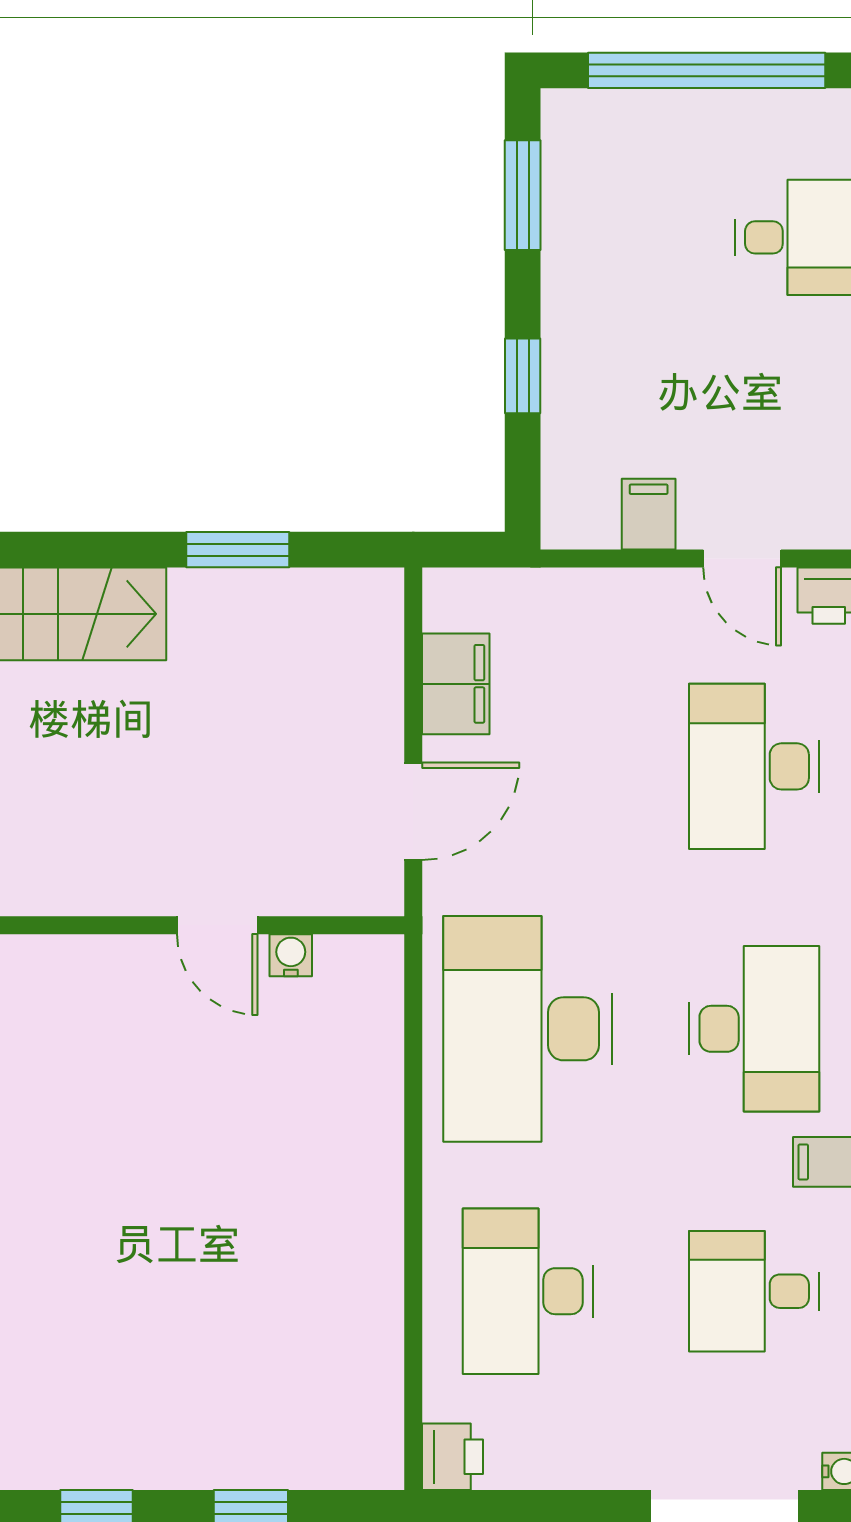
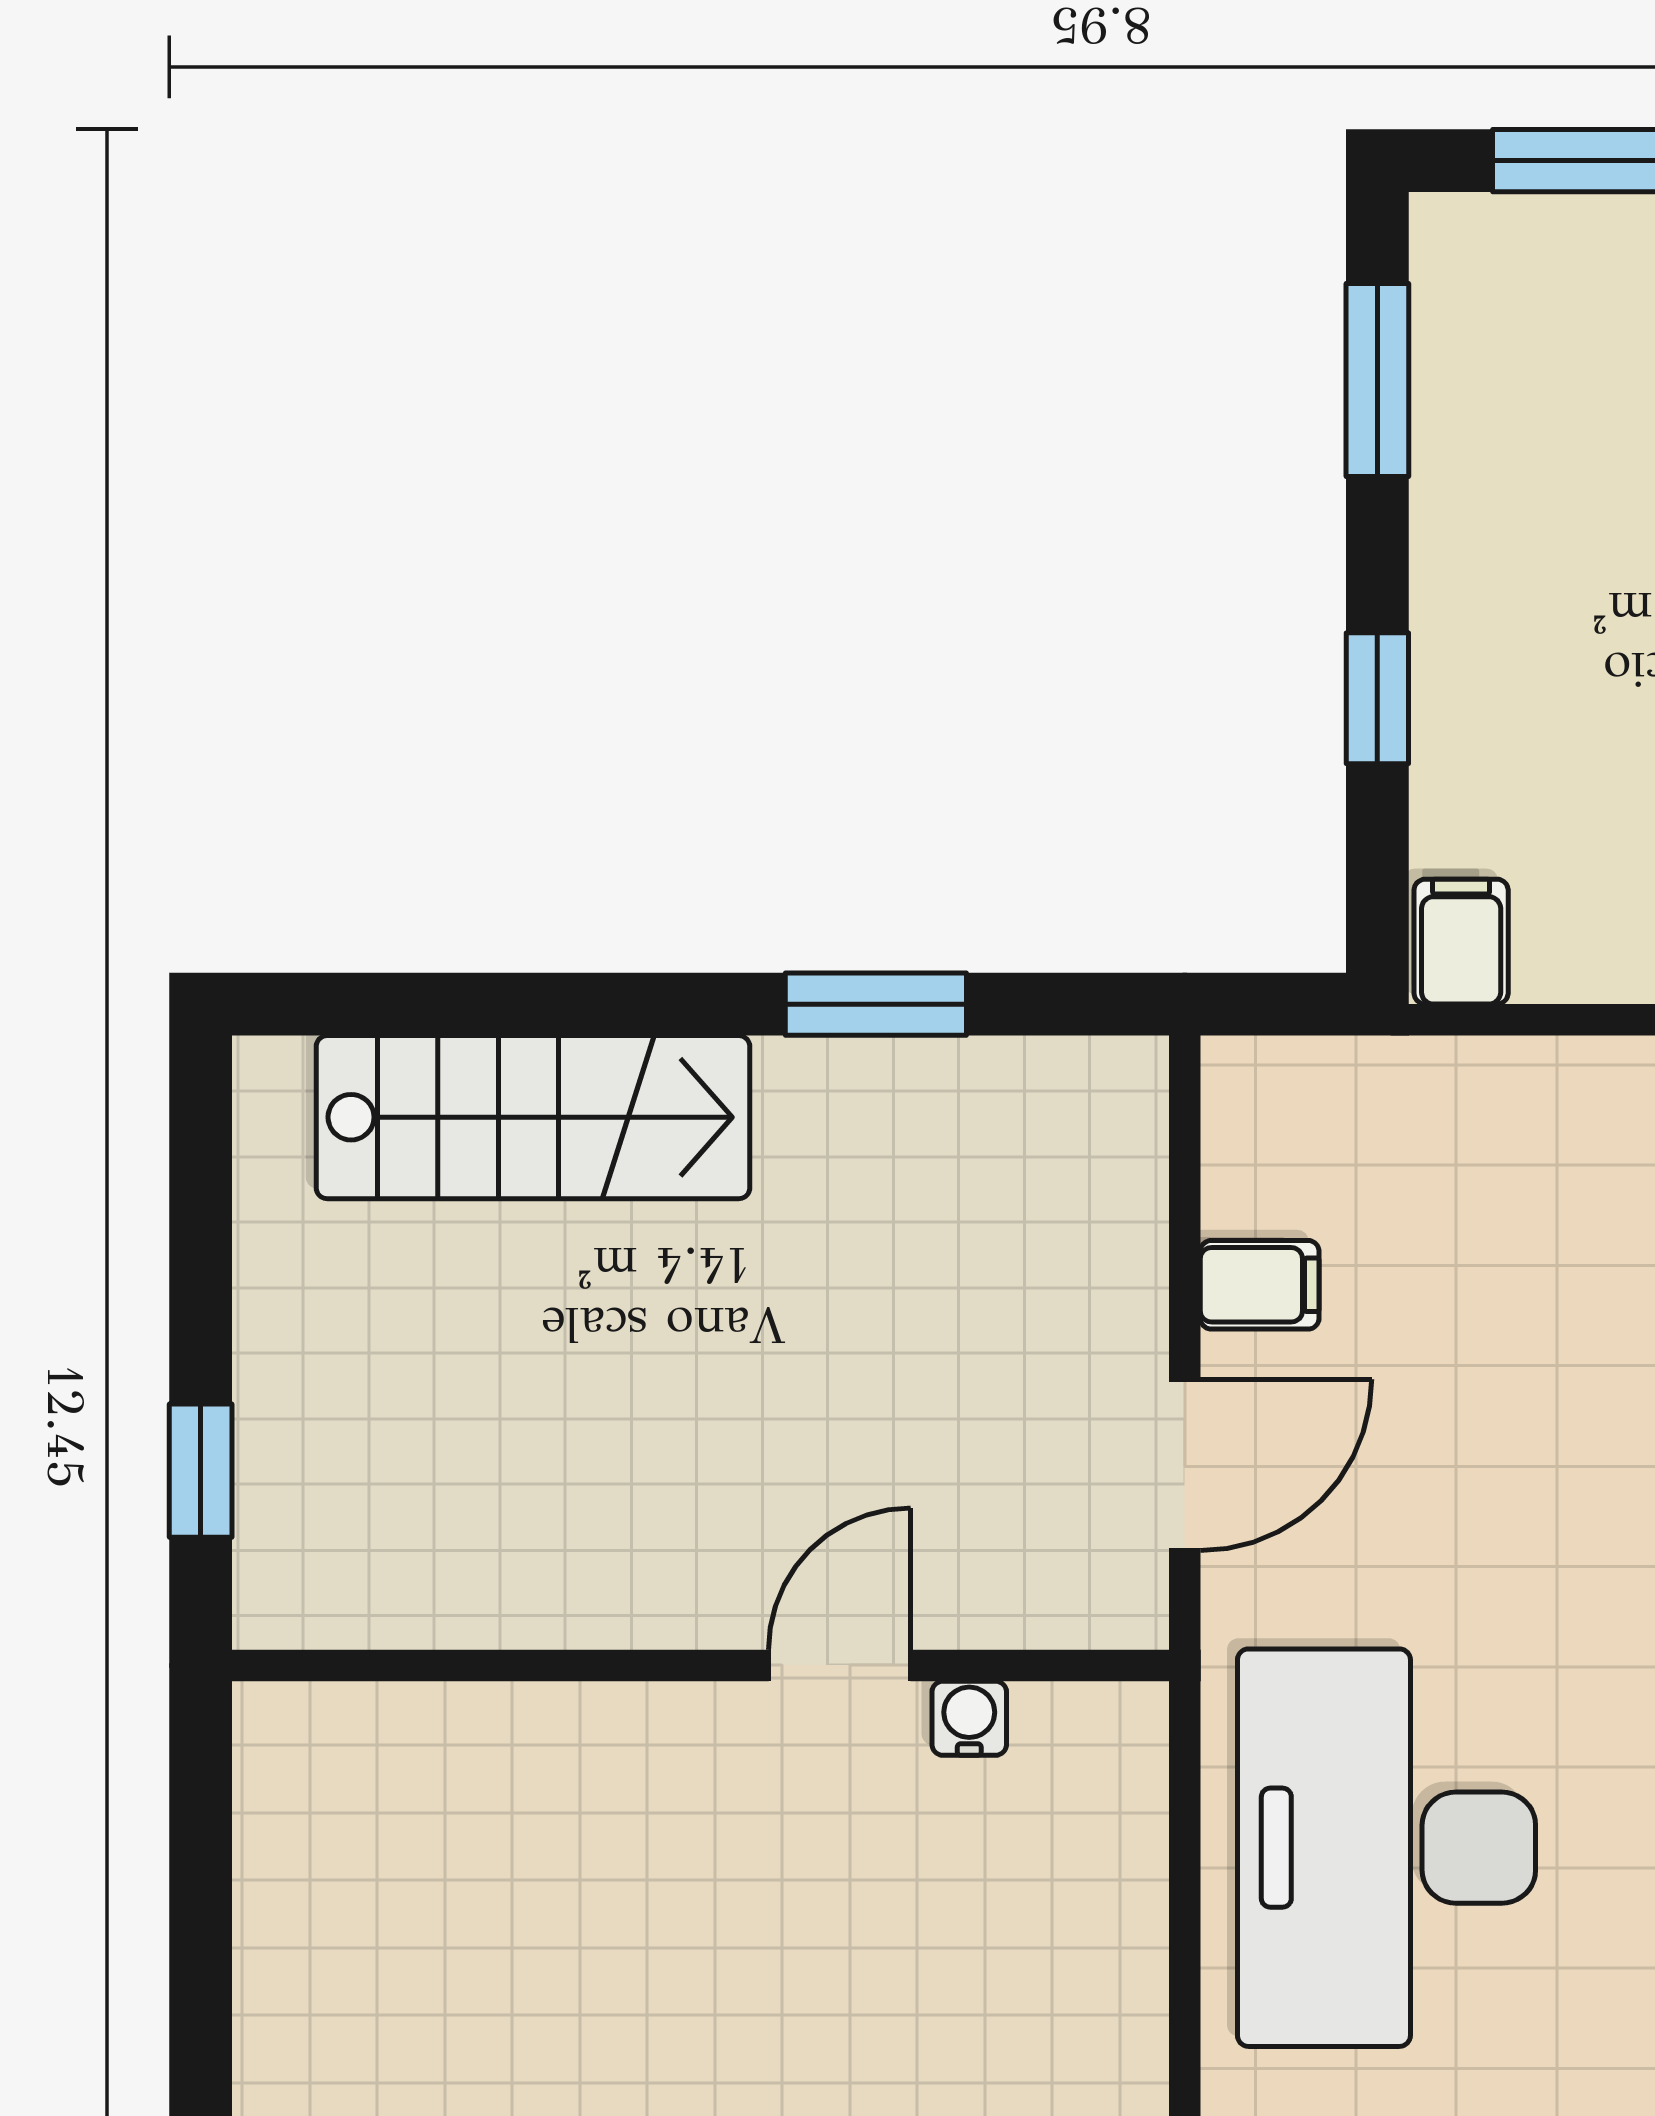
filing cabinet: (649, 514) -> (1461, 942), moved
filing cabinet: (456, 684) -> (1260, 1285), width x0.50
door: (217, 925) -> (840, 1665), swing flipped

